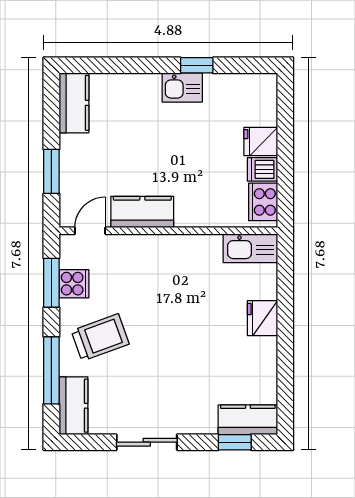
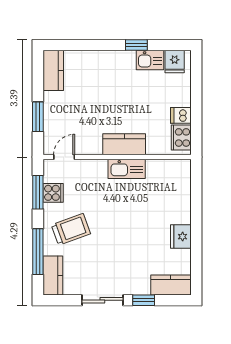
kitchen sink: (182, 88) -> (150, 60), moved
fridge: (261, 141) -> (175, 62), moved, turned -90
kitchen counter: (142, 212) -> (124, 144), moved
kitchen sink: (250, 248) -> (127, 169), moved
fridge: (263, 318) -> (181, 237), moved
window: (235, 442) -> (144, 300), moved

